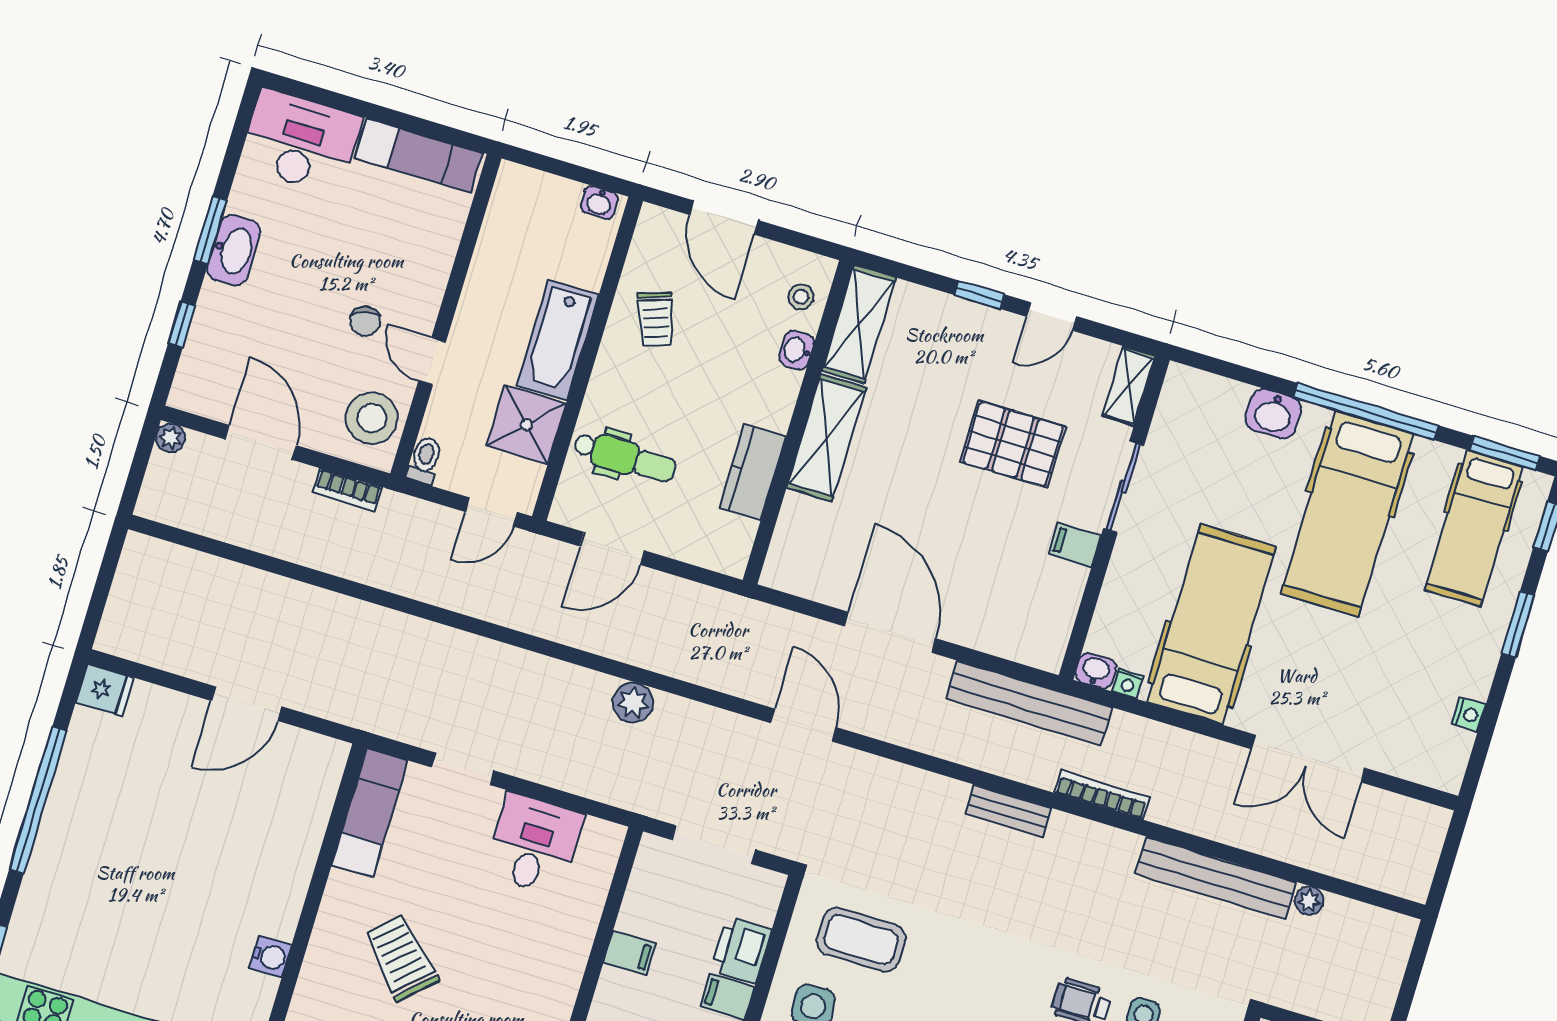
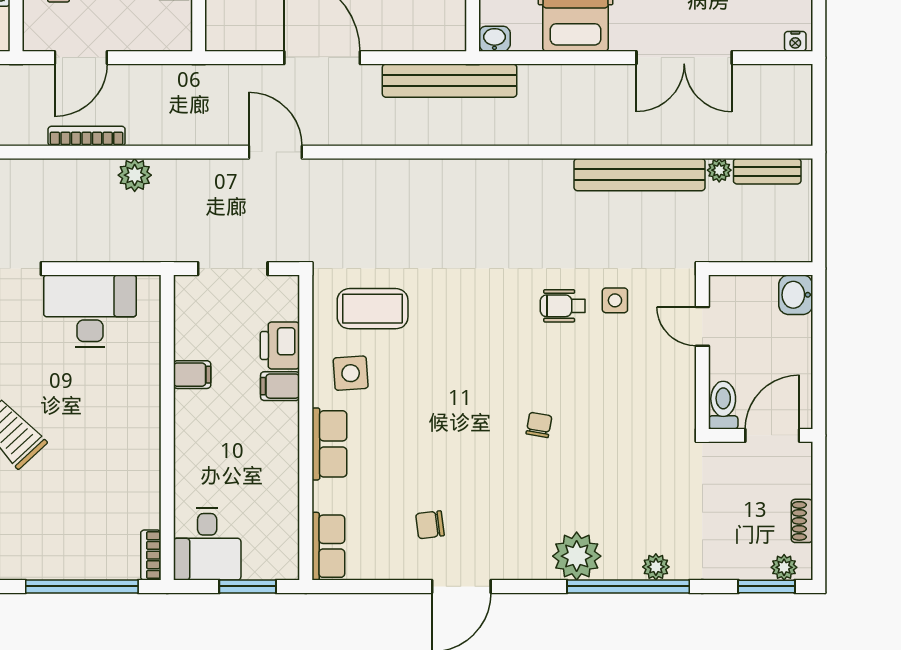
nightstand: (1128, 684) -> (795, 41), moved
bookcase: (1102, 795) -> (87, 136), moved
bench: (1008, 811) -> (767, 171), moved
desk: (534, 844) -> (90, 311), width x1.37

